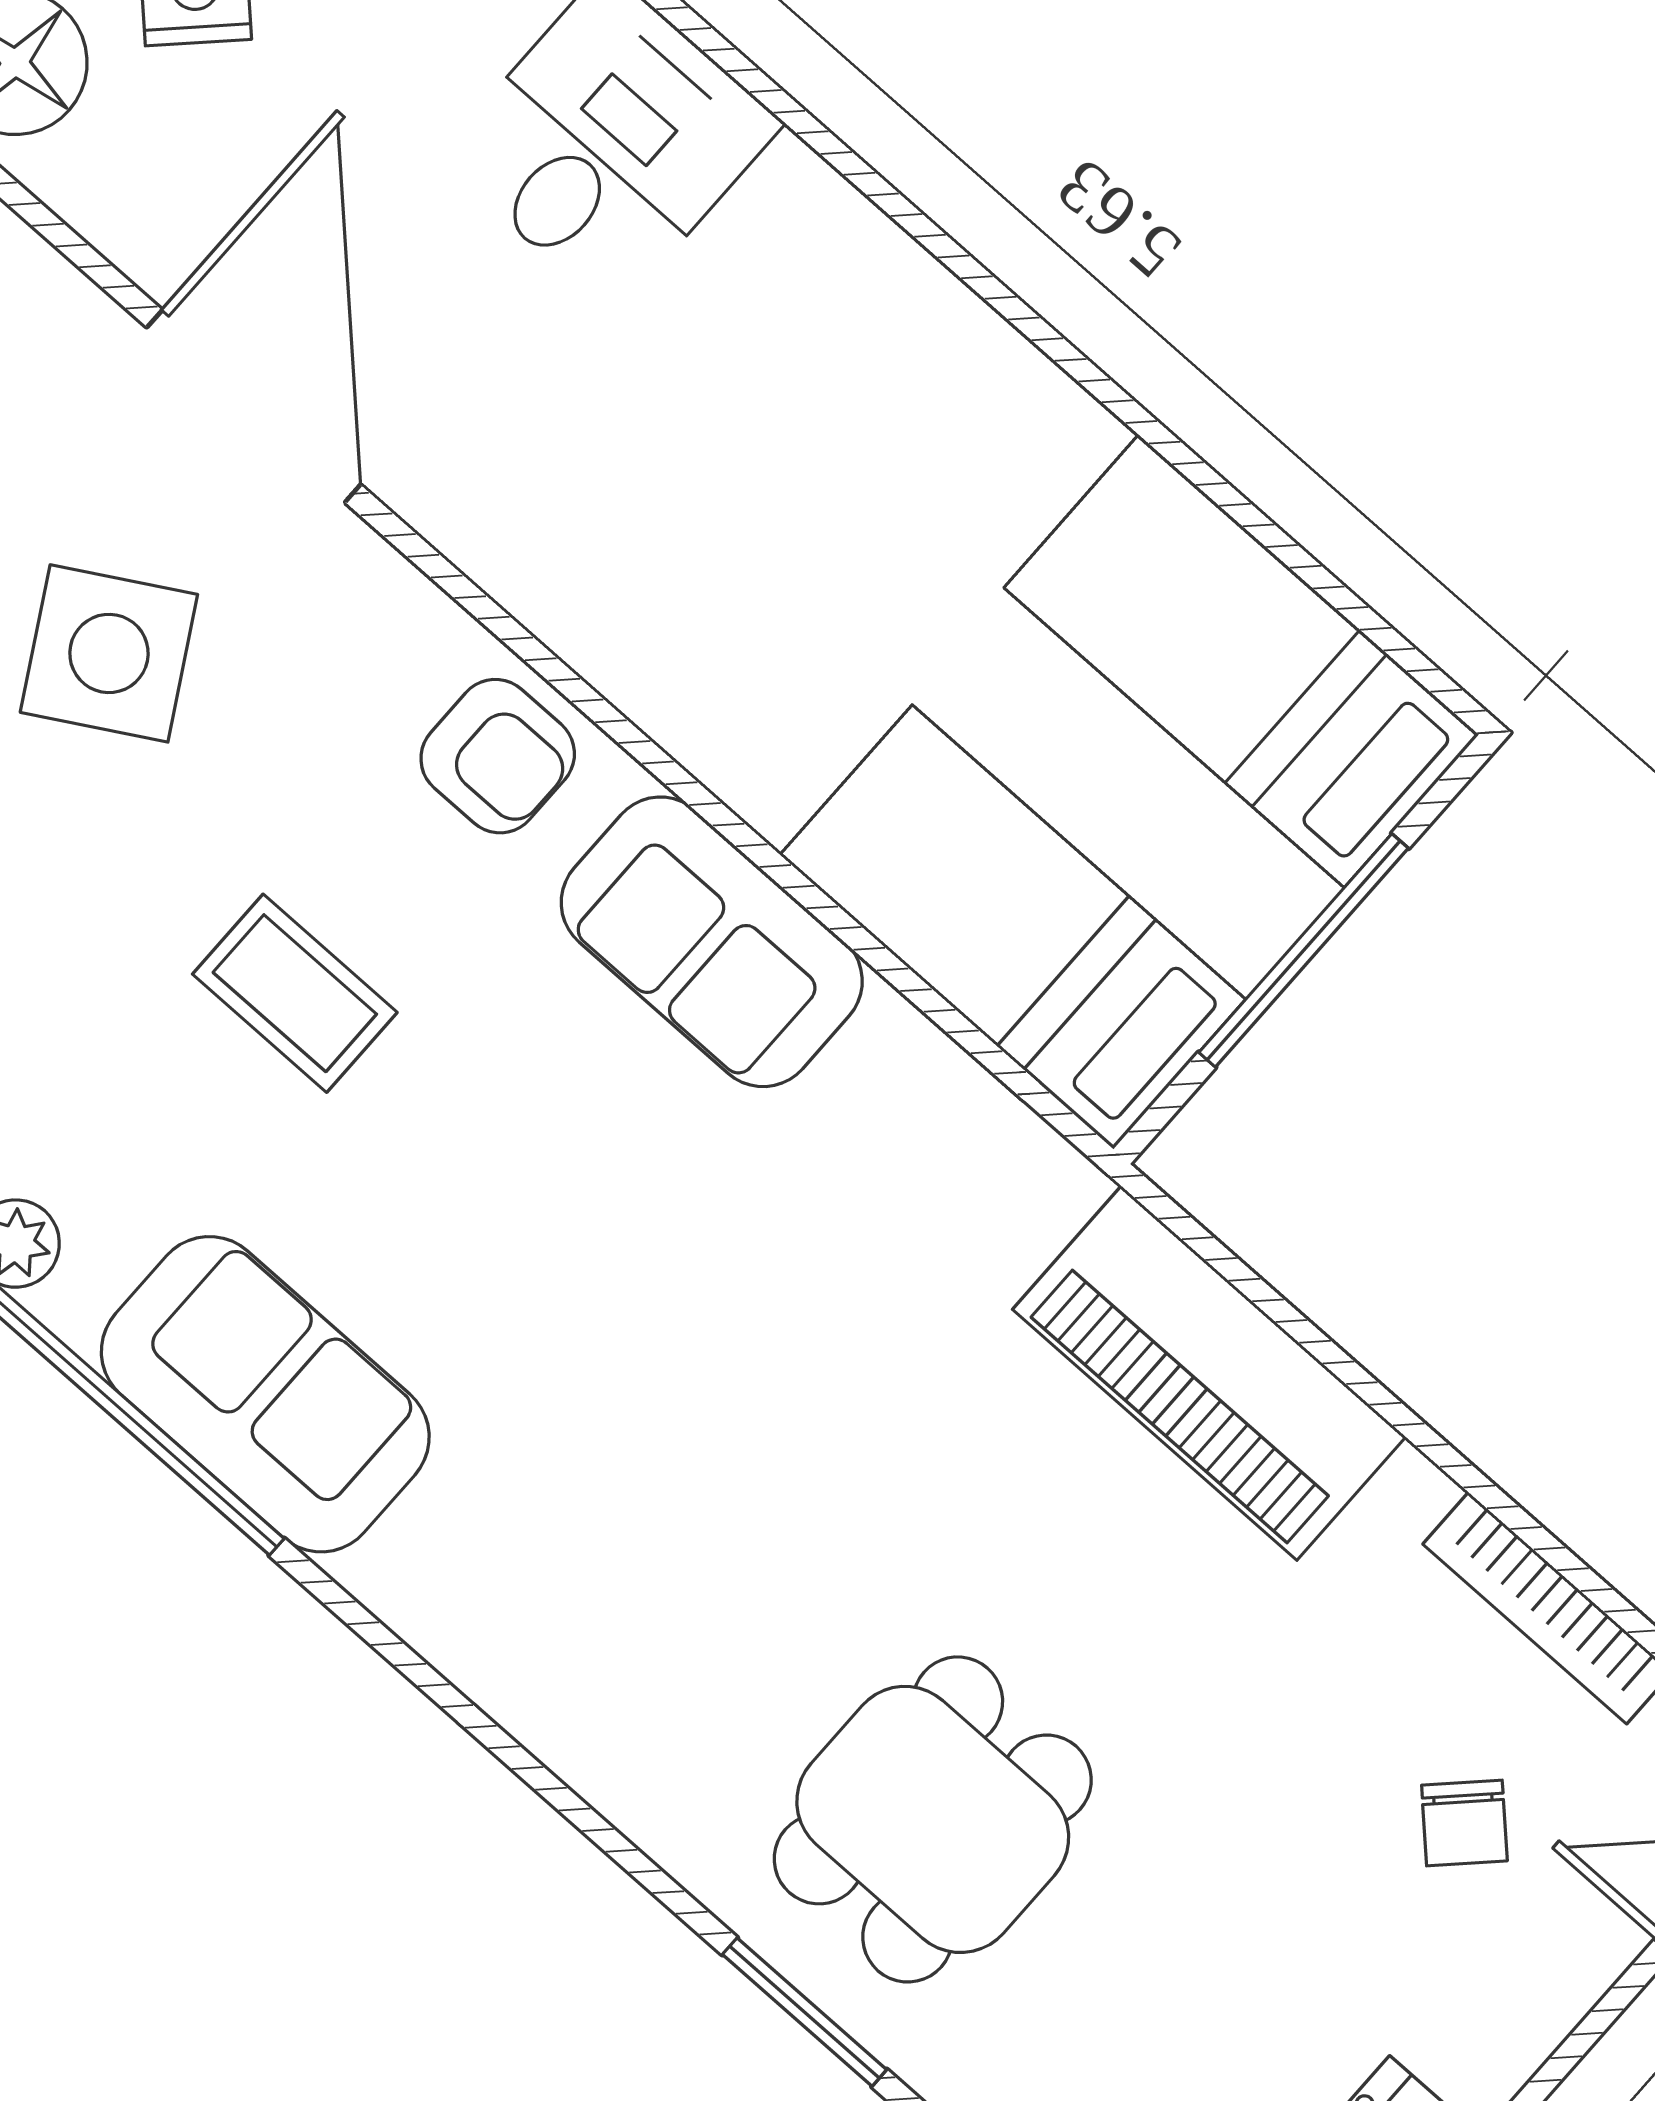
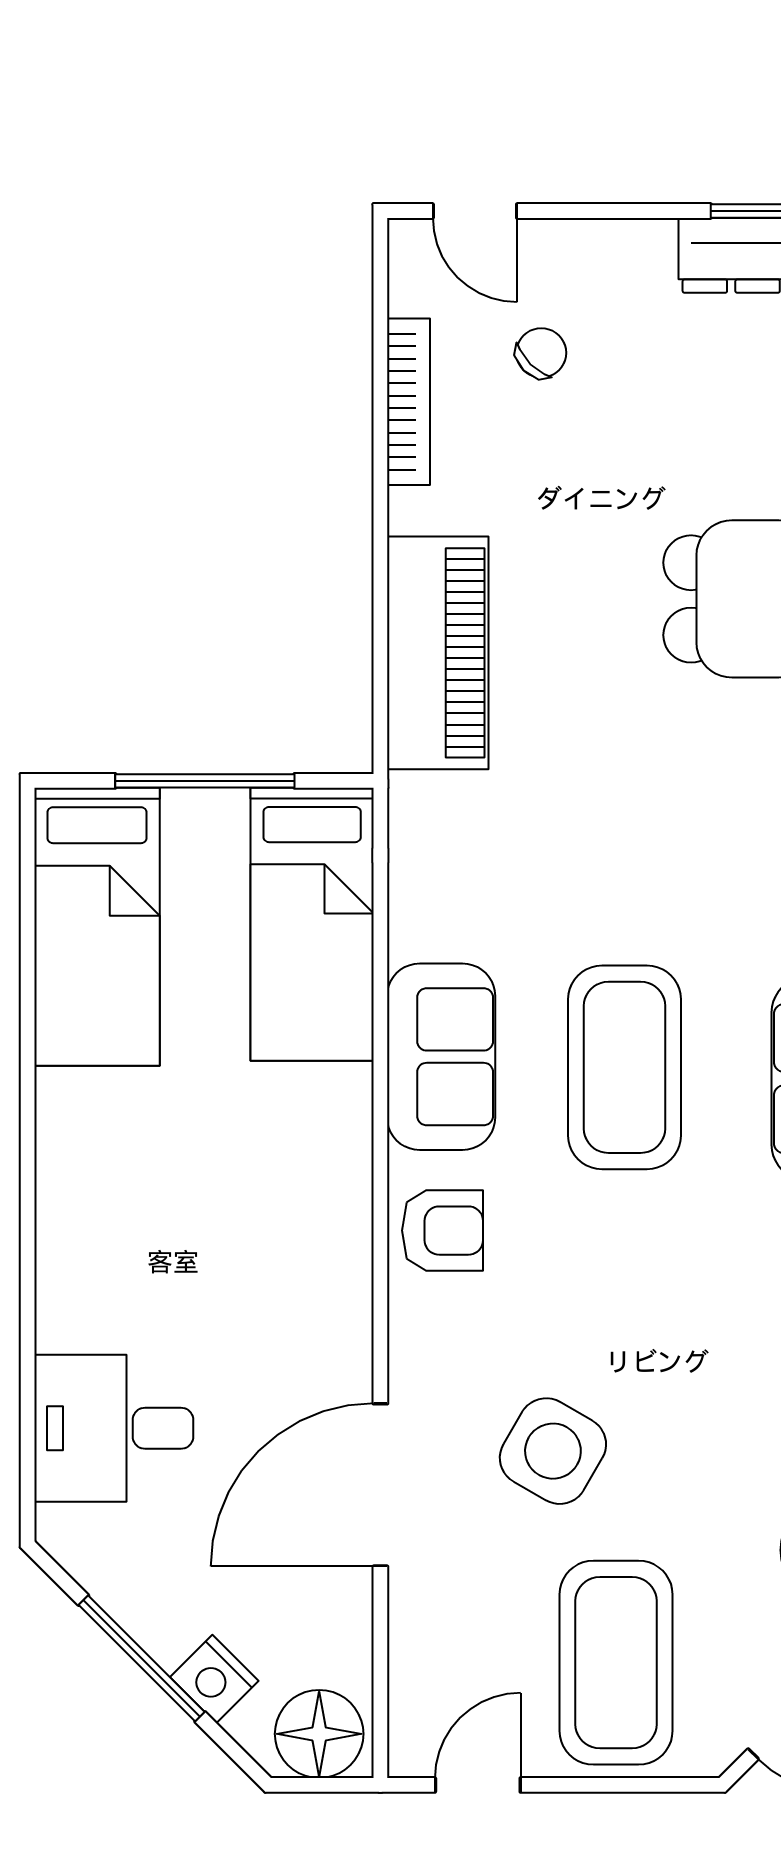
side table: (109, 653) -> (553, 1451), turned -30
armchair: (498, 756) -> (442, 1231), turned 90
coffee table: (295, 993) -> (625, 1067), moved, width x1.86, depth x1.72

